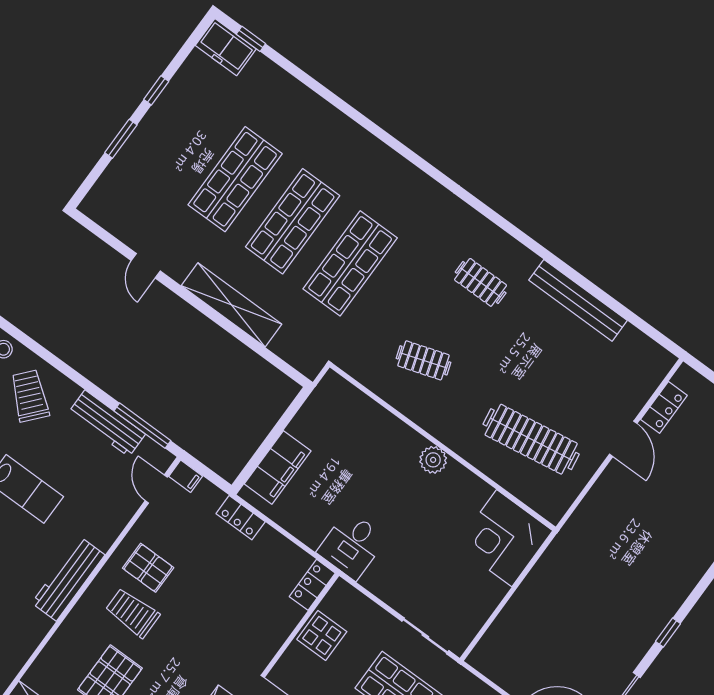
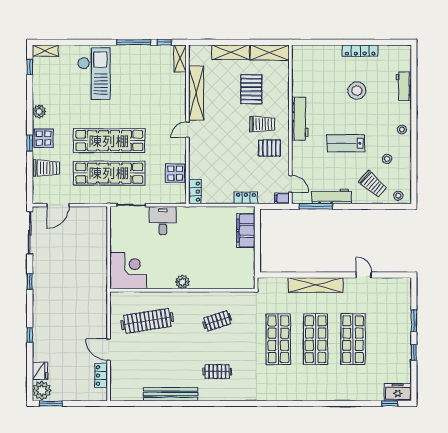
desk: (352, 545) -> (163, 221), moved

